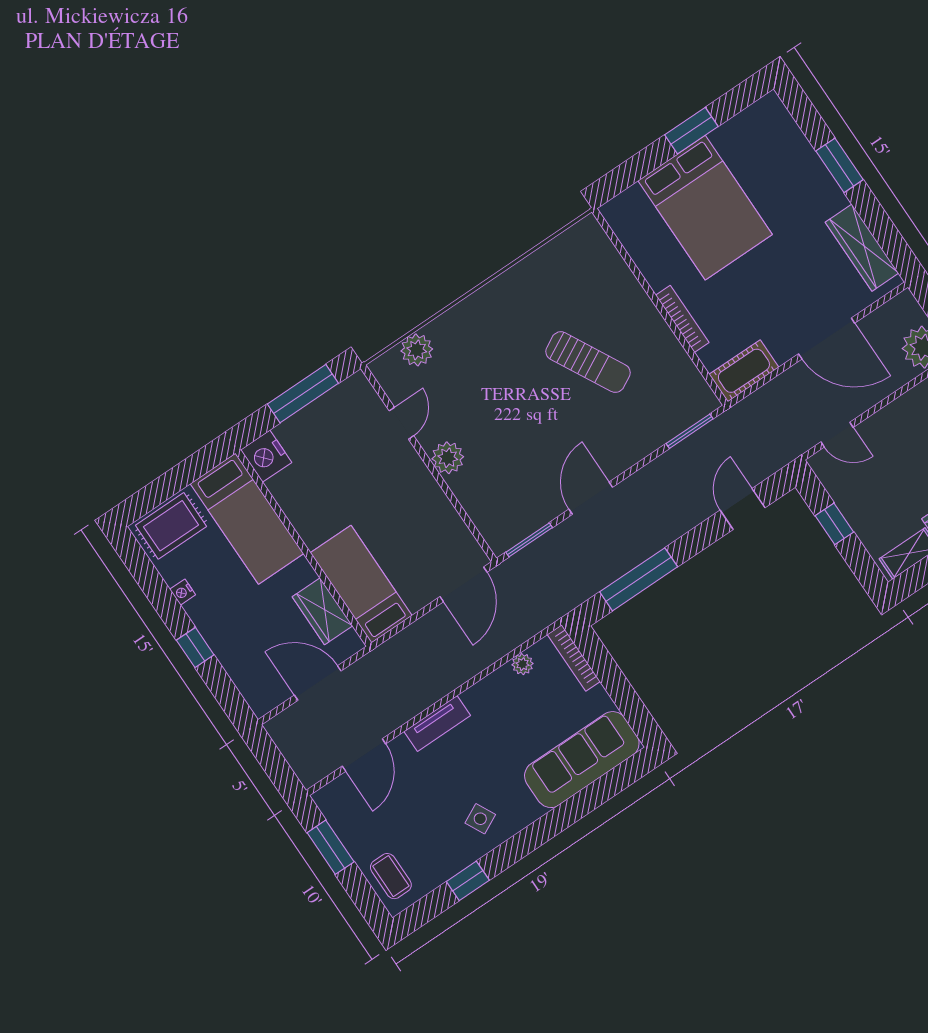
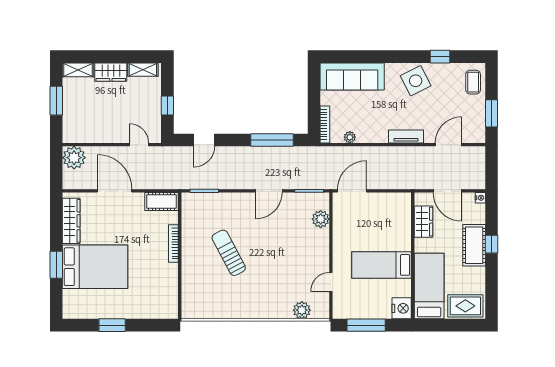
bed: (705, 208) -> (95, 267), moved, turned 90
plant: (448, 458) -> (321, 219), moved
bed: (361, 584) -> (382, 265), moved, turned 90
nightstand: (183, 592) -> (480, 198), moved
cot: (220, 628) -> (474, 245), added
side table: (480, 819) -> (416, 81), width x1.87, depth x1.87

